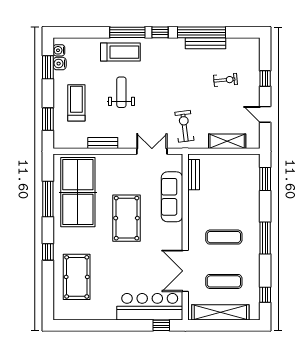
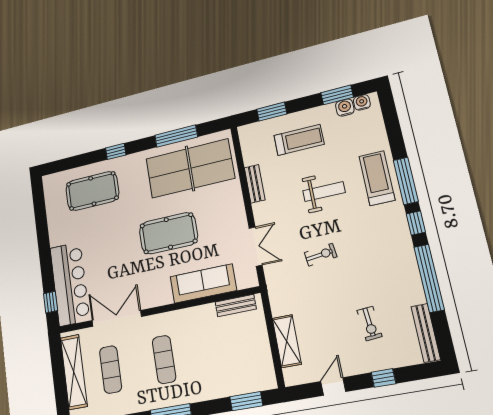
bench: (206, 43) -> (426, 333), moved
treadmill: (120, 52) -> (377, 178), turned 180
exercise bike: (184, 126) -> (321, 255), moved, width x0.73, depth x0.72

